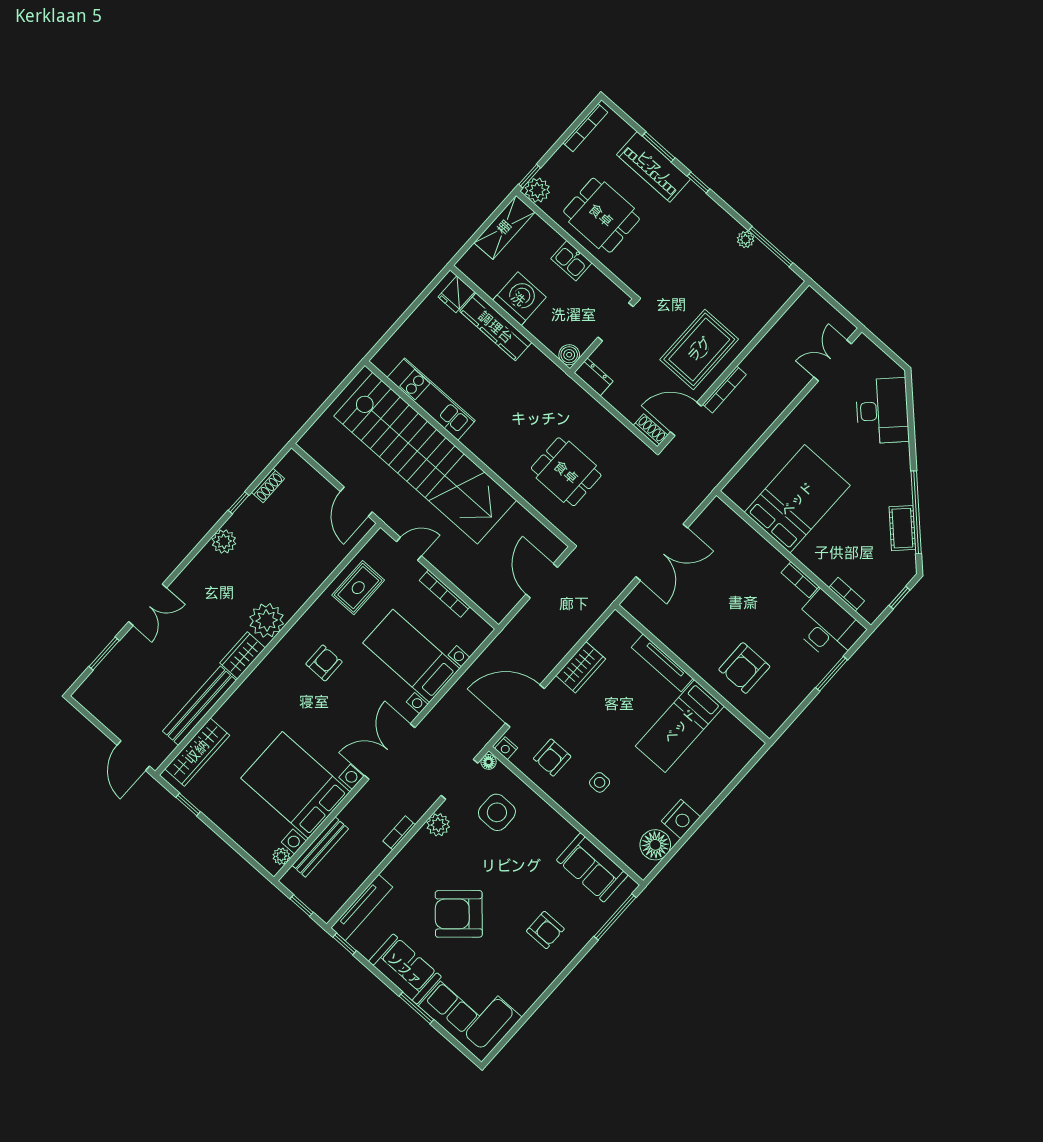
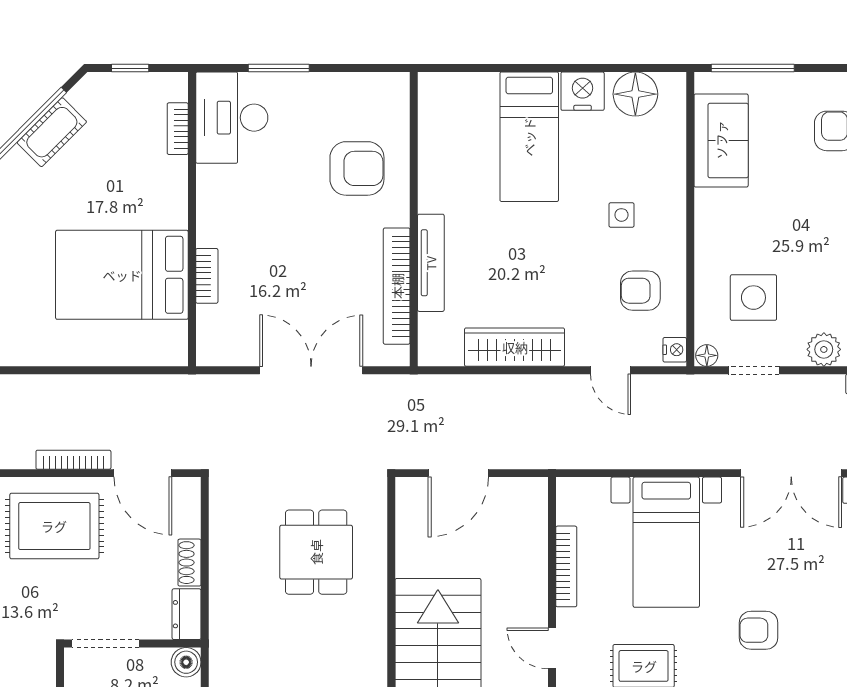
shoe rack: (651, 430) -> (189, 563), moved
bookcase: (800, 580) -> (207, 276), moved
bookcase: (666, 635) -> (397, 286), added
wardrobe: (581, 667) -> (515, 347), width x1.50
door: (525, 706) -> (611, 370), width x0.53
bed: (680, 726) -> (529, 137), moved, turned 90
armchair: (552, 758) -> (640, 291), turned 180
doorway: (460, 779) -> (754, 370), width x0.73

